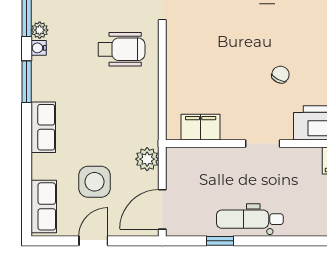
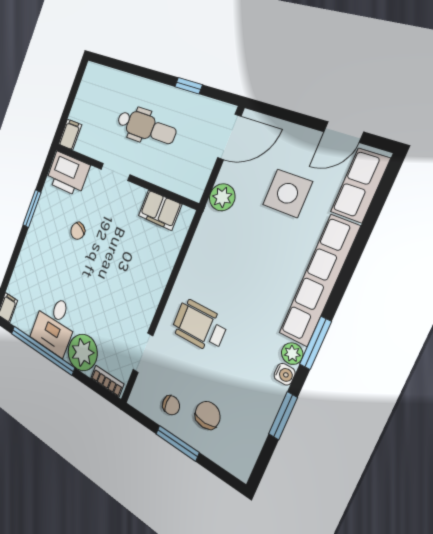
plant: (40, 30) -> (292, 354), moved
row of seats: (43, 127) -> (319, 281), width x2.02
dental chair: (250, 219) -> (146, 127), moved
door: (93, 241) -> (343, 132), moved

